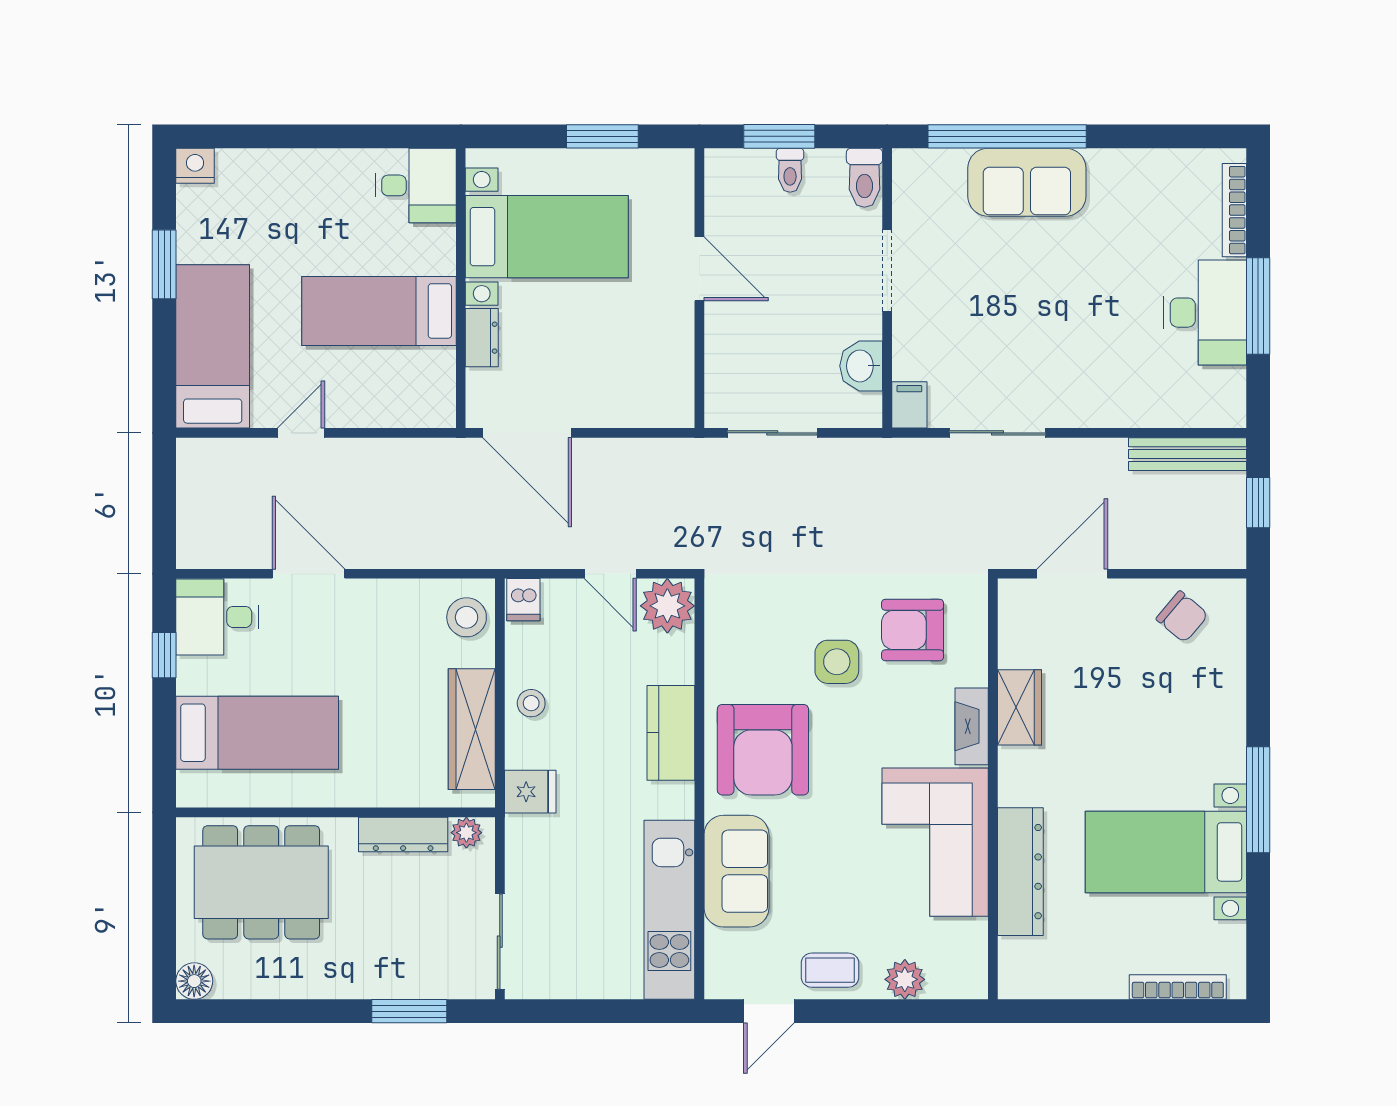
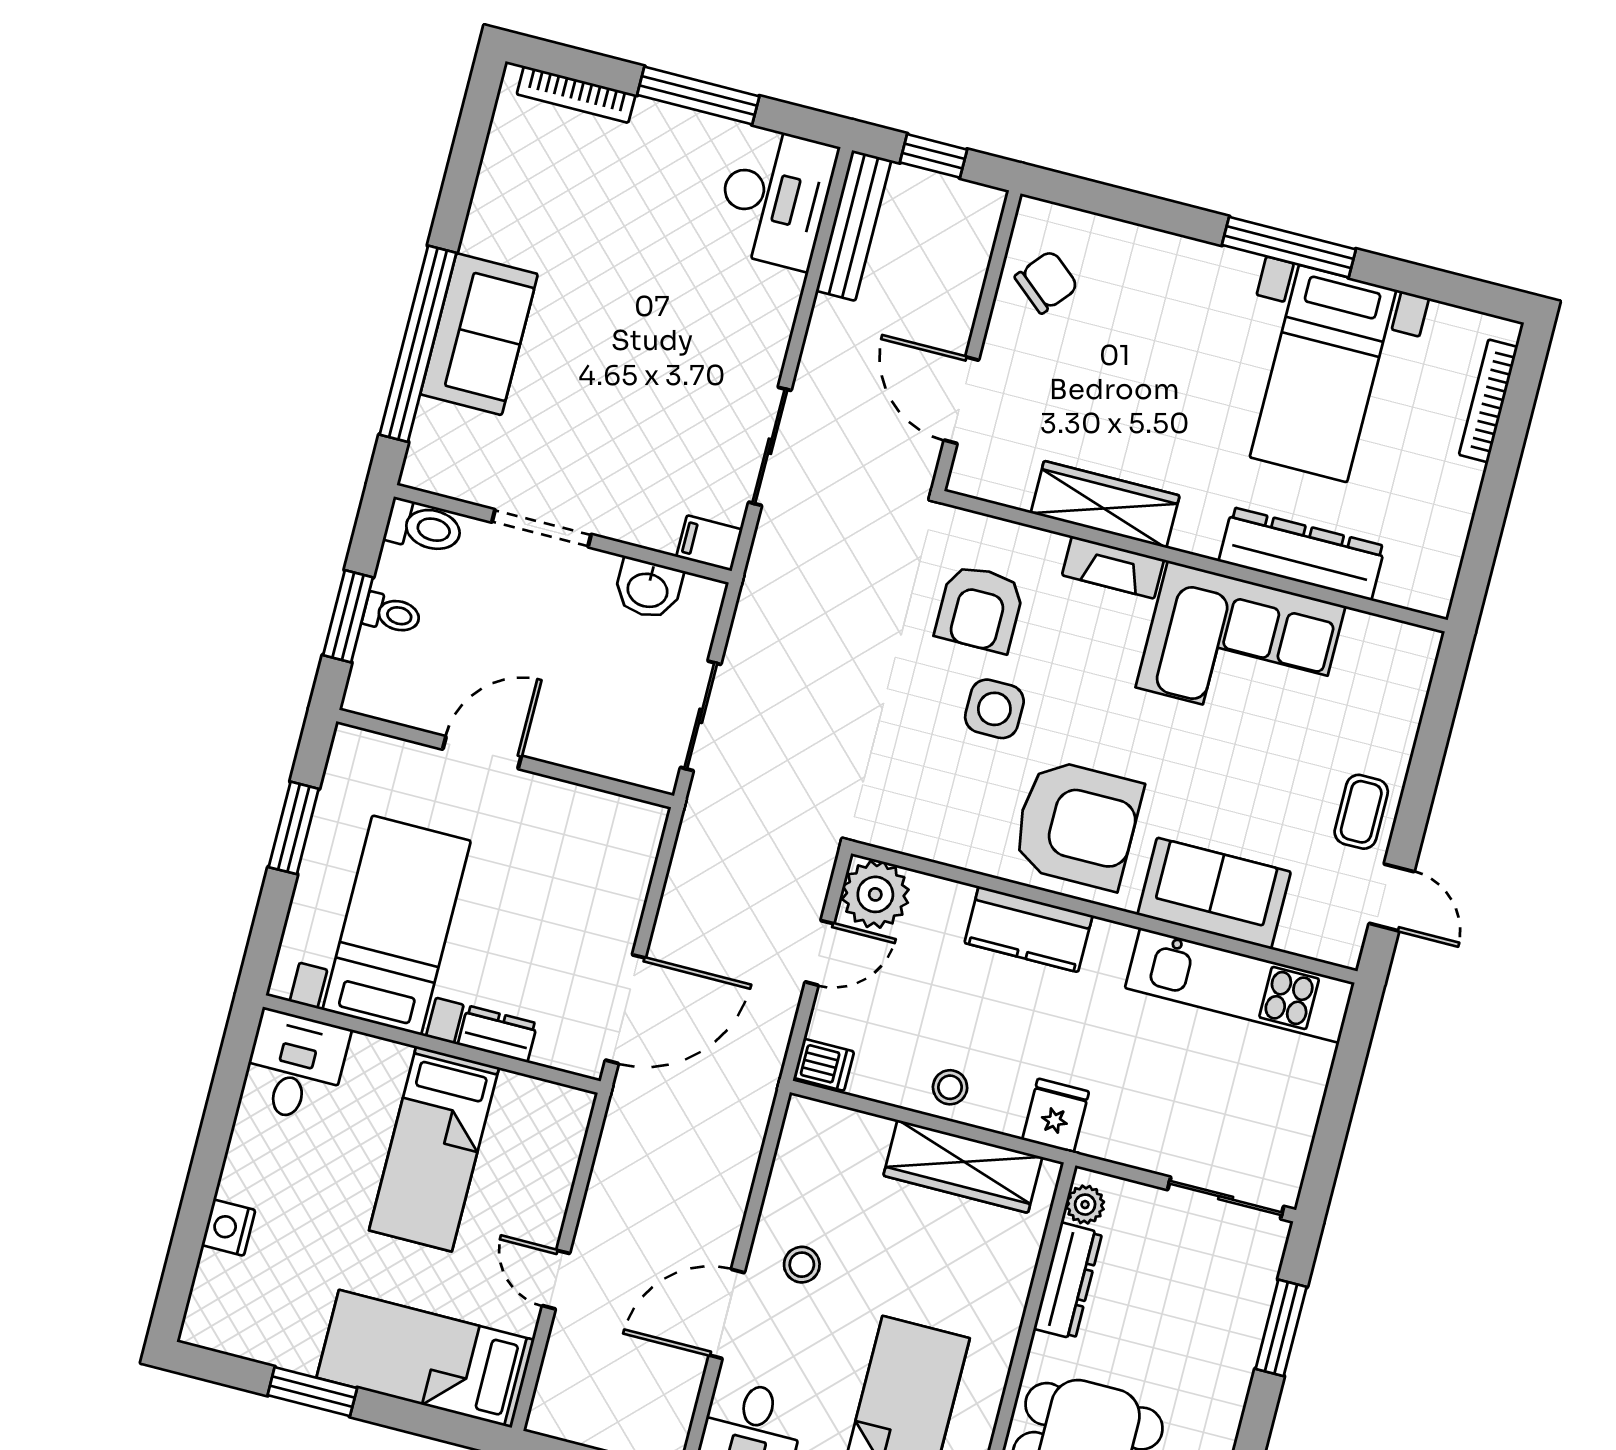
nightstand: (195, 166) -> (228, 1228), moved
desk: (1205, 313) -> (775, 197), moved, turned 90
stool: (467, 617) -> (802, 1265), moved, width x0.73, depth x0.73
wardrobe: (1019, 707) -> (1105, 504), width x1.50
plant: (905, 979) -> (1395, 725), removed

